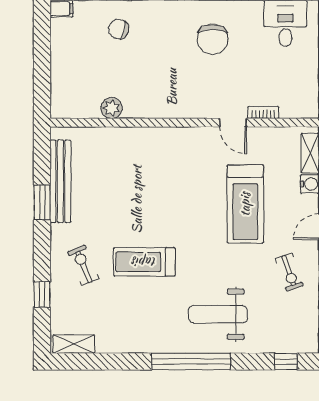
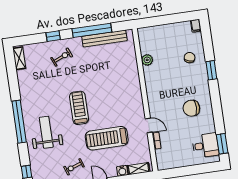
door: (233, 123) -> (149, 125), swing flipped
window: (42, 202) -> (92, 30), width x2.11
treadmill: (144, 262) -> (79, 108), moved
window: (42, 295) -> (53, 36), moved

